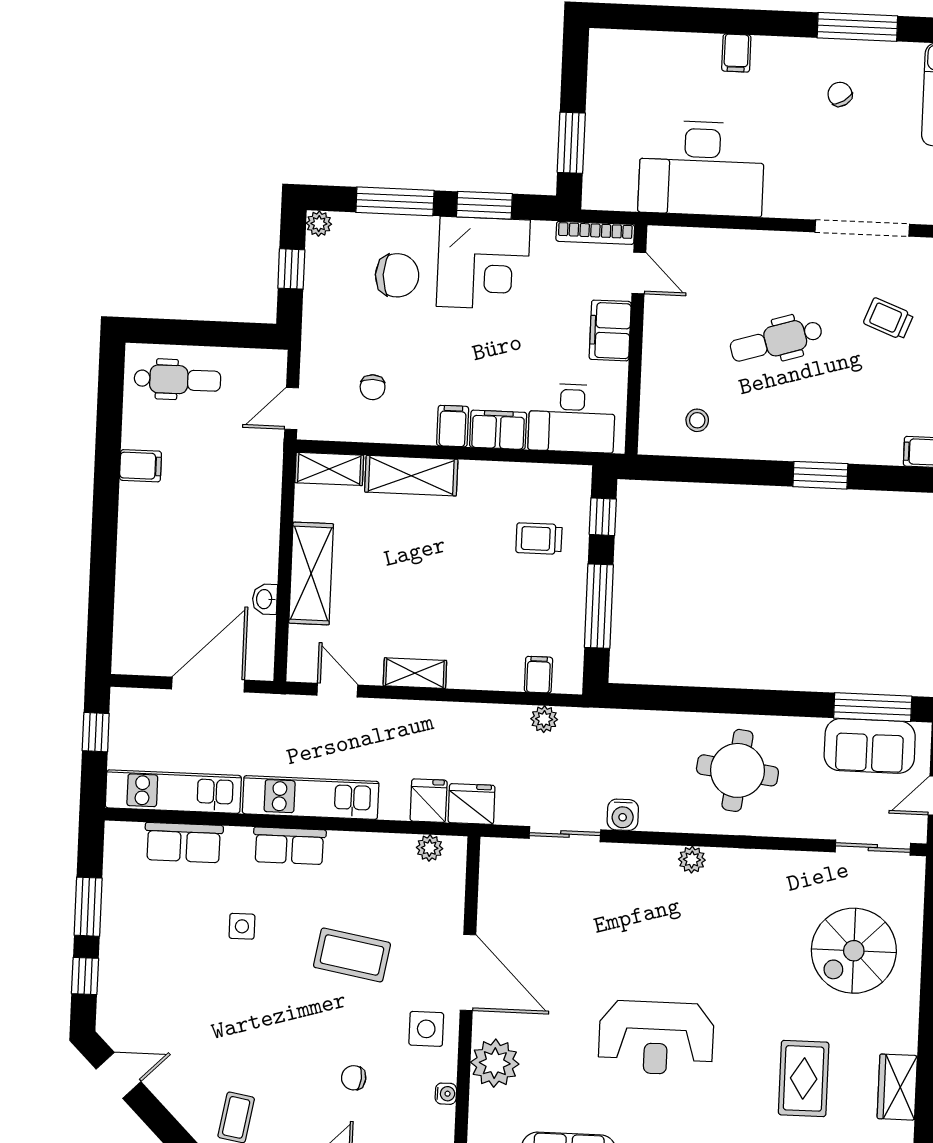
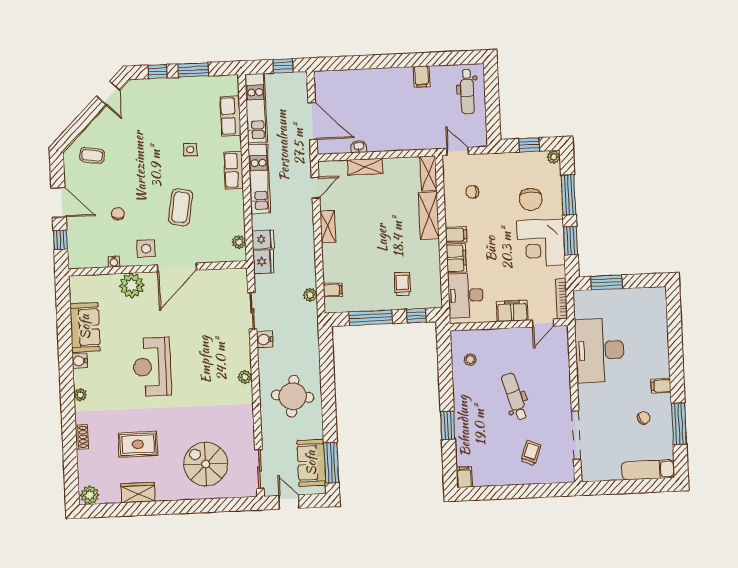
filing cabinet: (736, 53) -> (661, 386), moved
shelving: (311, 573) -> (365, 167), width x0.67, depth x0.75

